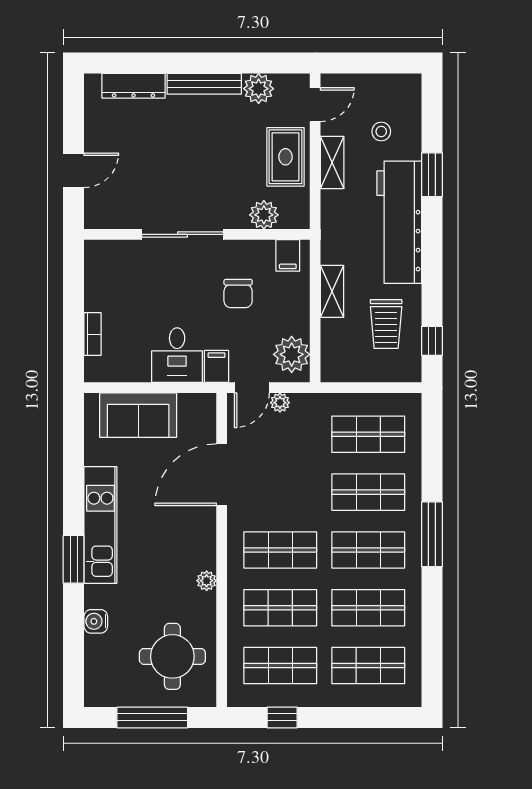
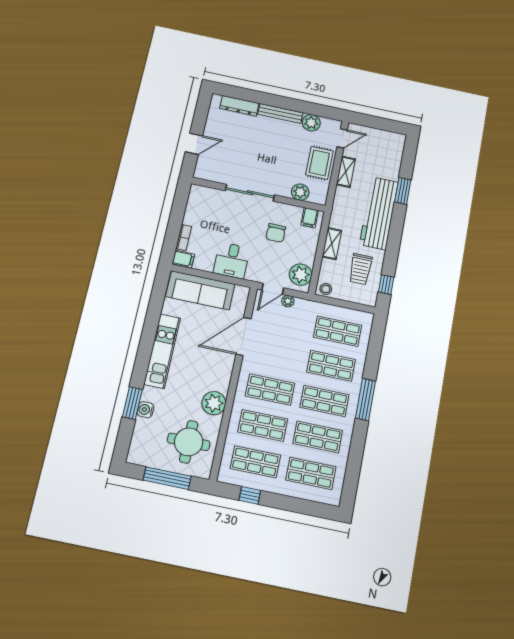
stool: (381, 131) -> (326, 289), moved
filing cabinet: (216, 366) -> (183, 259), moved, turned 90
sofa: (138, 415) -> (200, 290), width x1.36
window: (74, 559) -> (132, 403), moved
plant: (207, 581) -> (214, 403), width x1.87, depth x1.87

